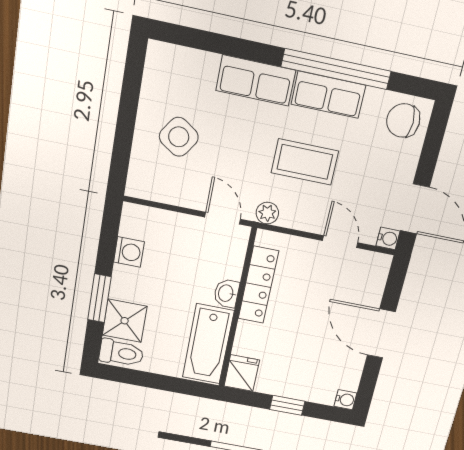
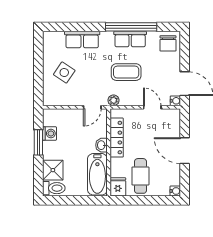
row of seats: (256, 80) -> (82, 40), moved
chair: (403, 120) -> (168, 43), turned -90
door: (223, 218) -> (92, 107), swing flipped
window: (99, 298) -> (38, 142), moved
cafe table: (288, 362) -> (140, 176), added
window: (287, 405) -> (145, 200), removed

